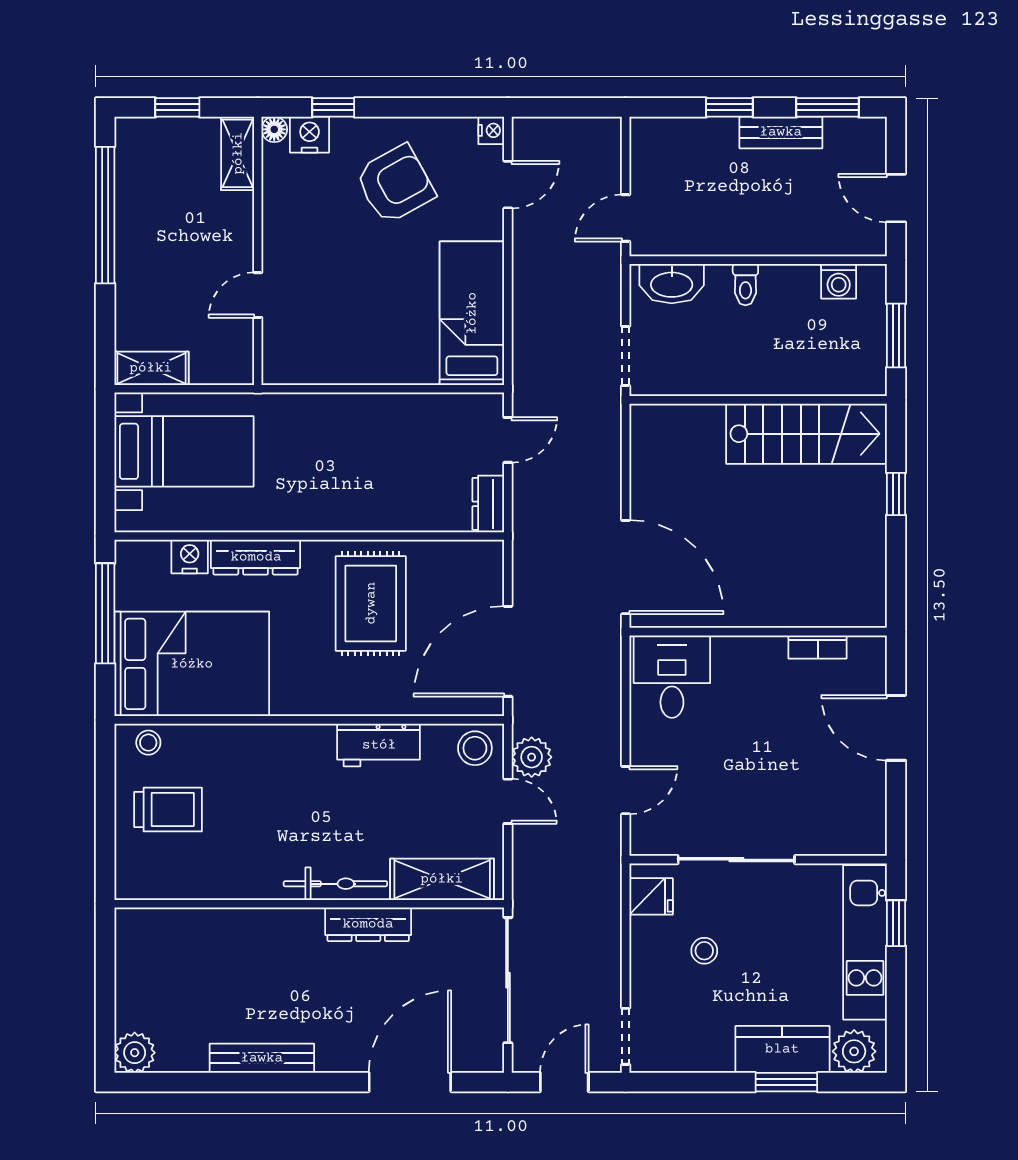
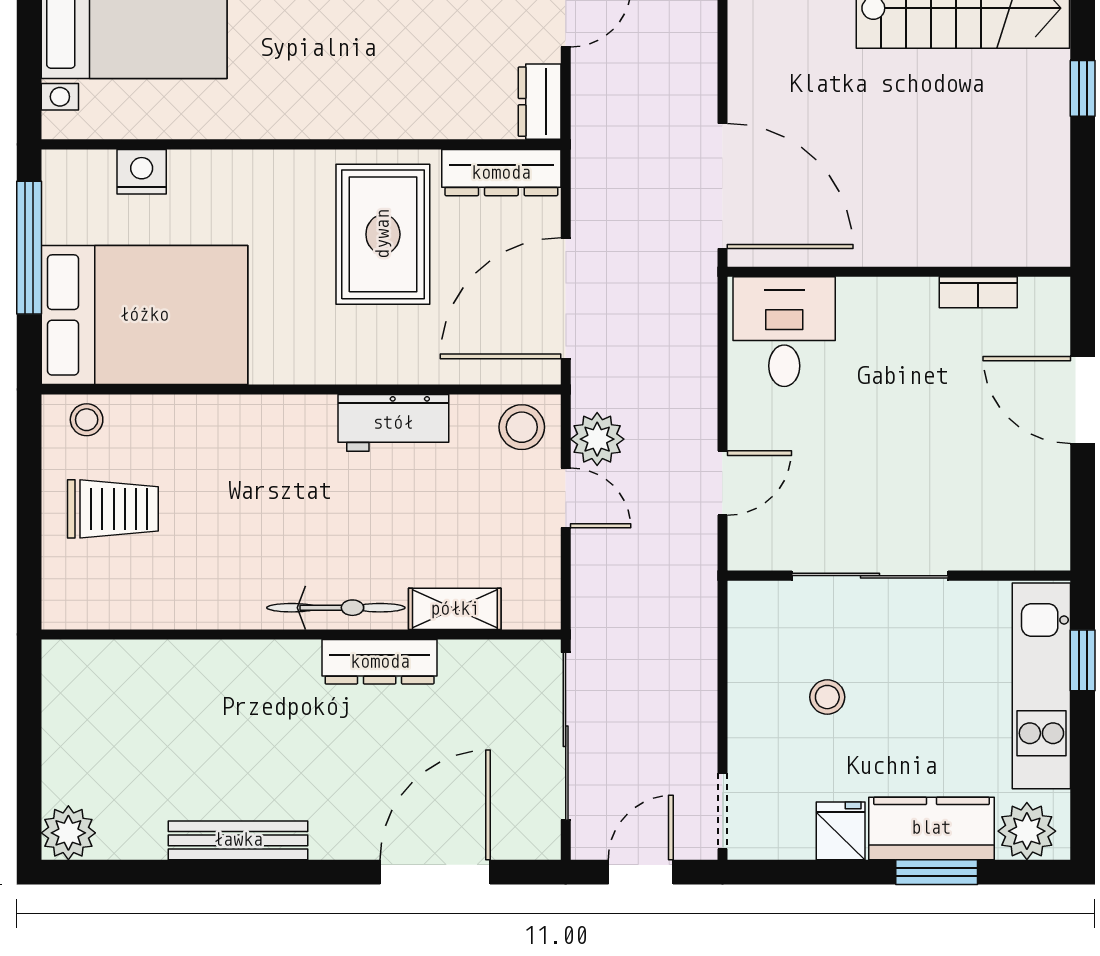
dresser: (256, 557) -> (501, 173), moved
shelving: (442, 879) -> (455, 609), width x0.67, depth x0.75
fridge: (651, 896) -> (841, 831), moved, turned -90

